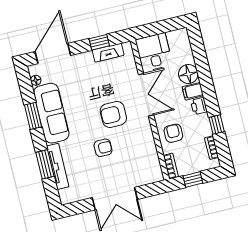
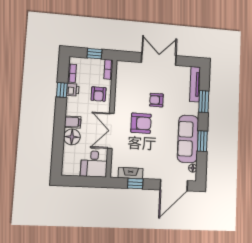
printer: (199, 106) -> (73, 90), moved
tv unit: (58, 166) -> (195, 84), moved

